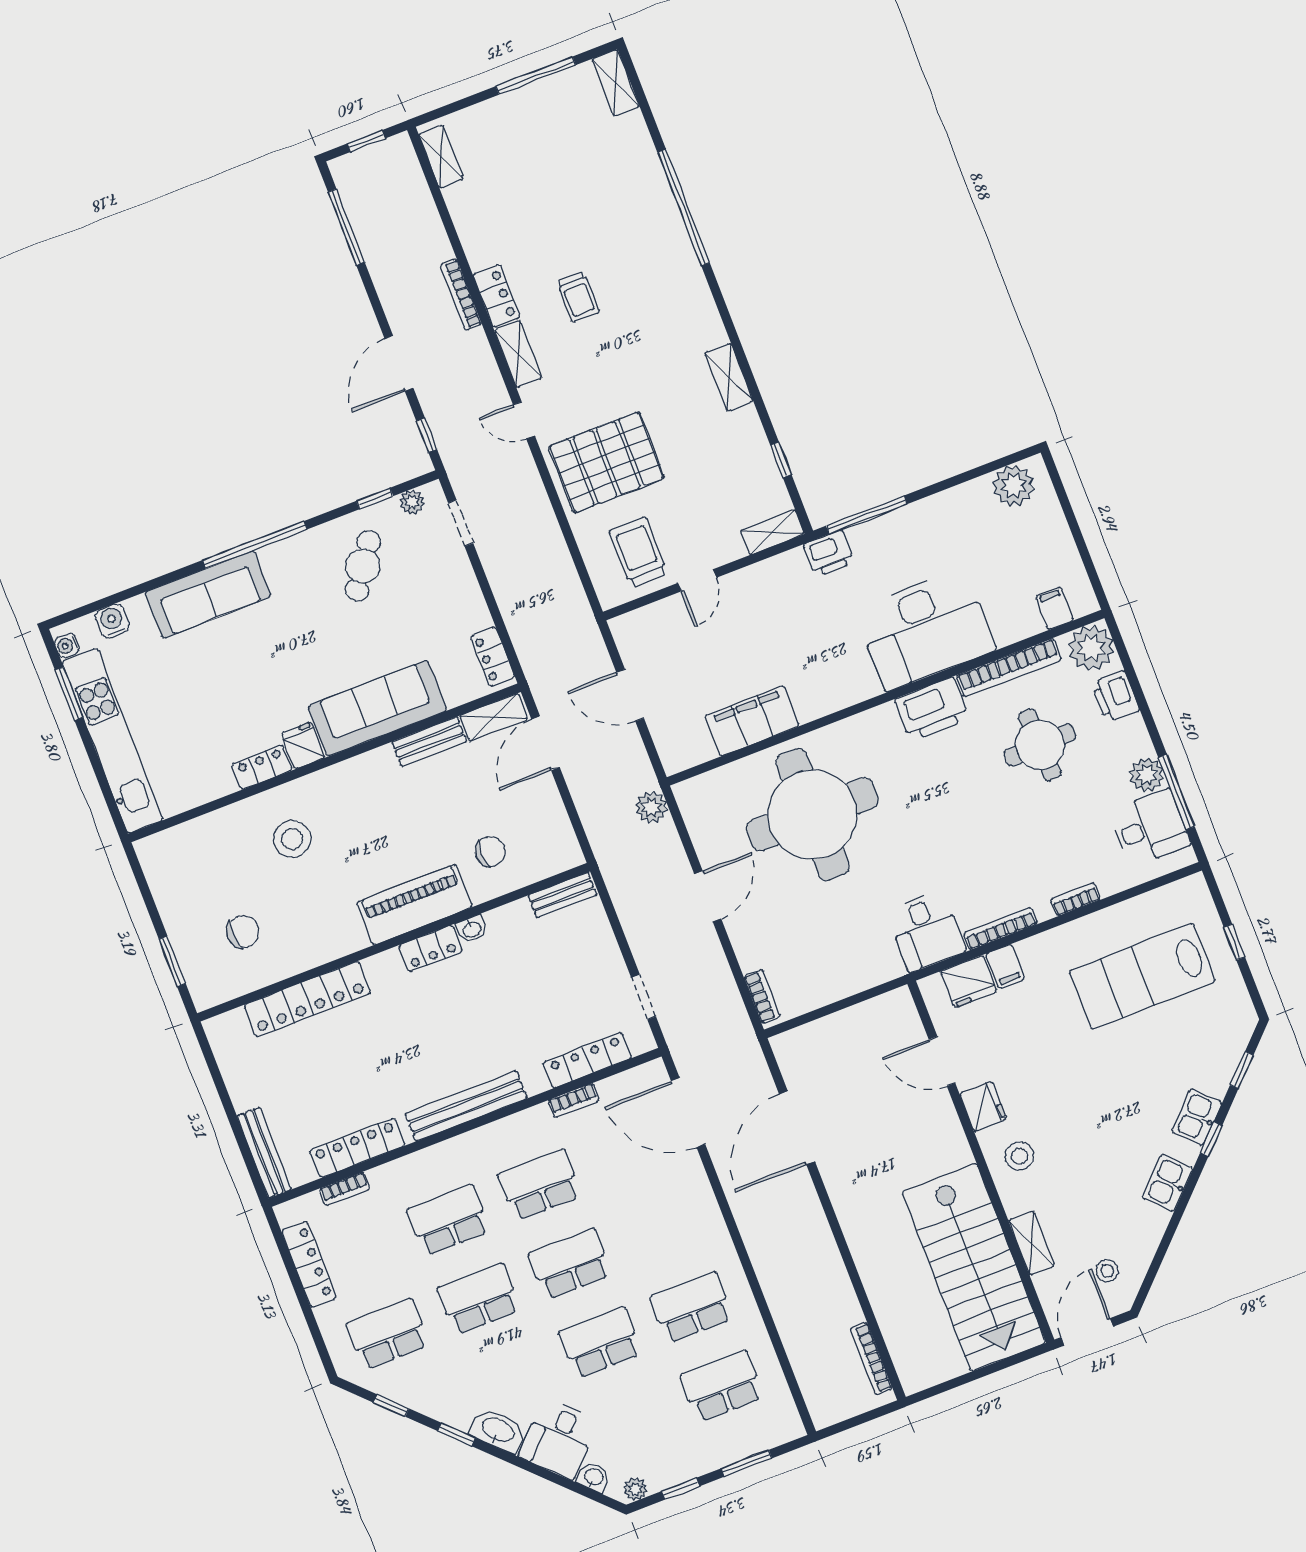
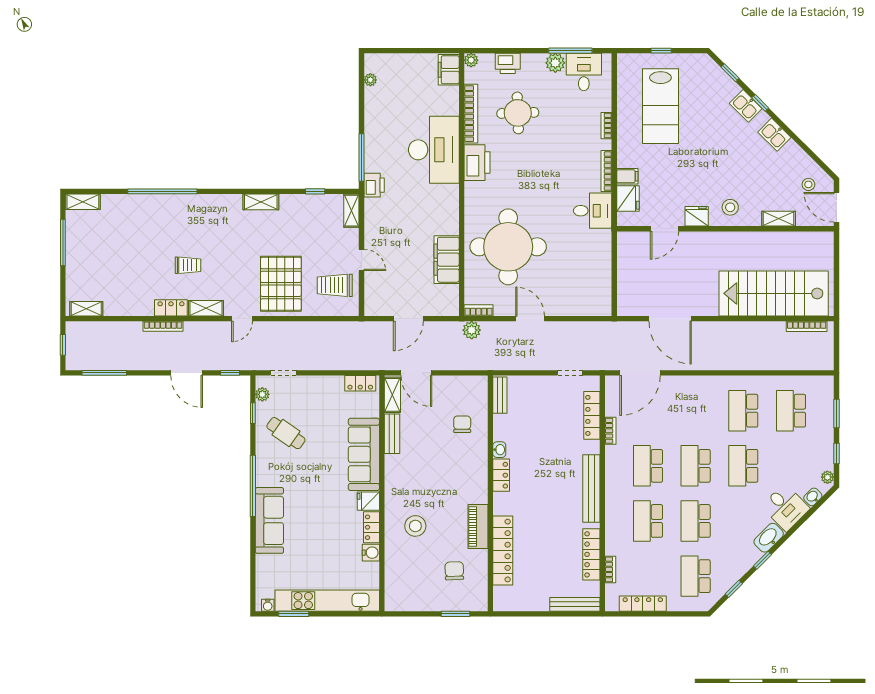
plant: (1013, 486) -> (370, 80), width x0.53, depth x0.53
filing cabinet: (1055, 608) -> (449, 70), width x2.00
water cooler: (112, 621) -> (371, 553), moved, turned 180
plant: (1091, 648) -> (471, 60), width x0.53, depth x0.53
piano: (414, 905) -> (478, 527), moved, width x0.73, depth x0.75
bookcase: (762, 996) -> (479, 310), moved
stairs: (974, 1267) -> (774, 293), moved, turned 180

